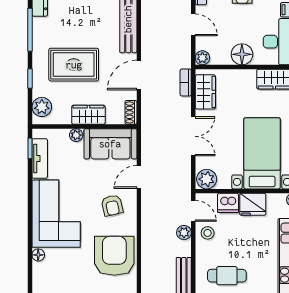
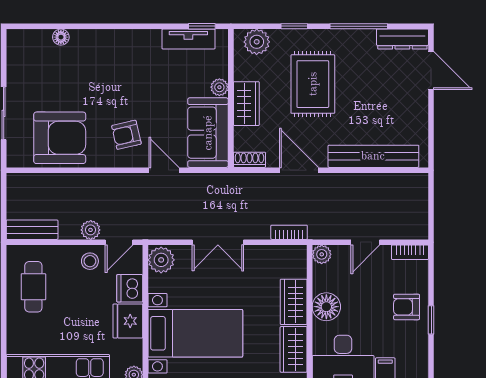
wardrobe: (205, 92) -> (294, 302), moved, turned 90
corner sofa: (56, 214) -> (116, 61), removed

